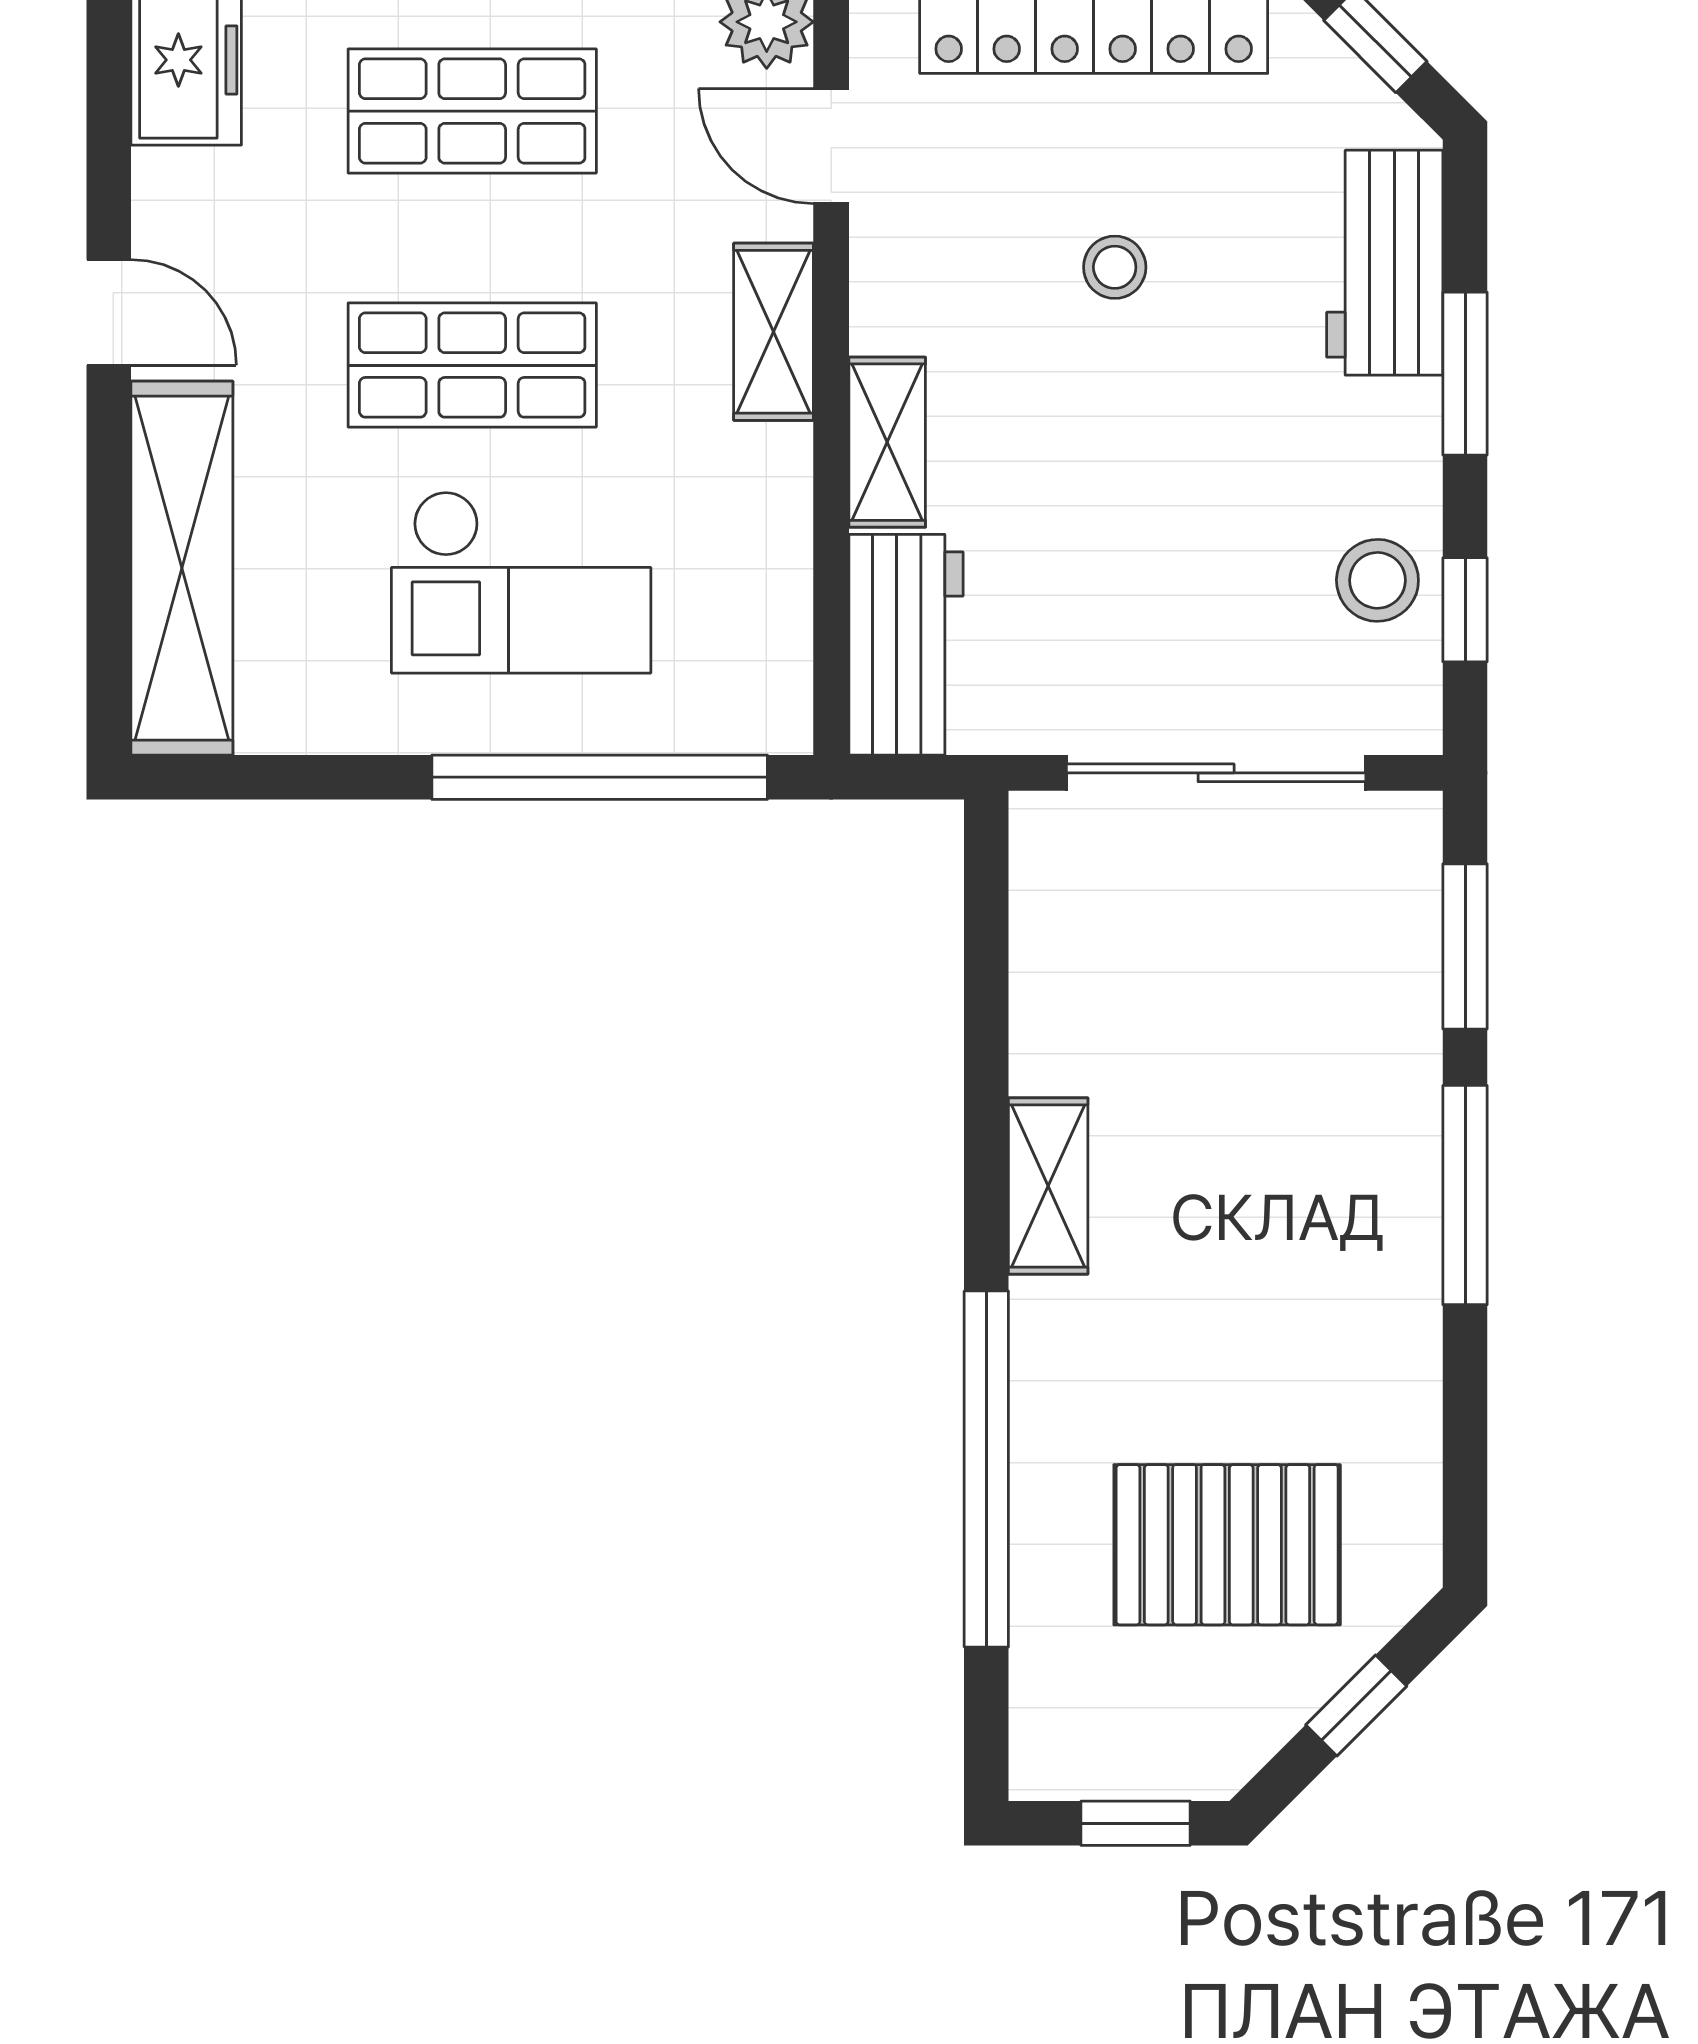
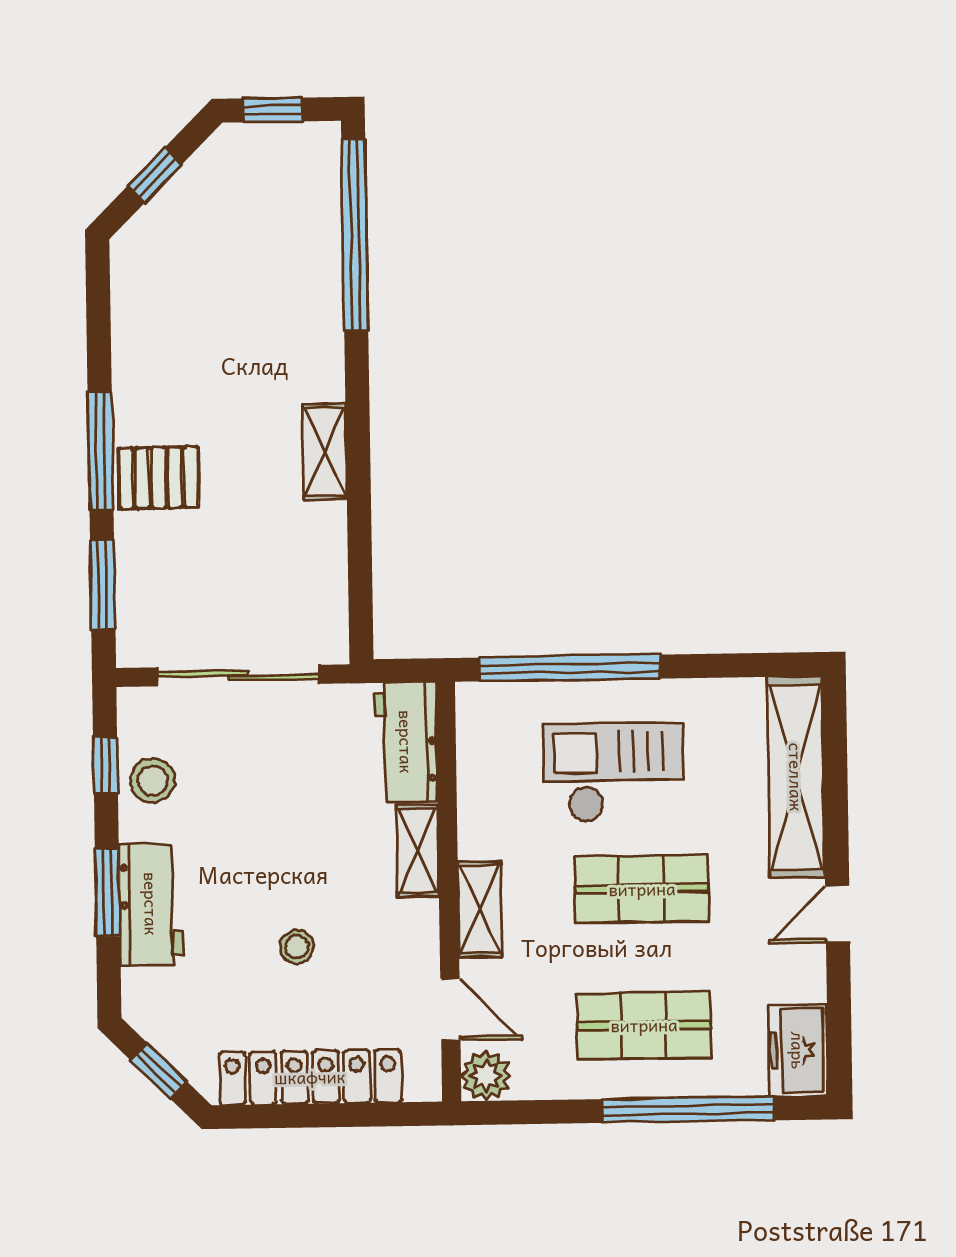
workbench: (1385, 263) -> (151, 904), moved
door: (109, 312) -> (838, 914), hinge flipped
window: (986, 1469) -> (355, 235), moved
pallet: (1227, 1545) -> (159, 478), moved, width x0.67, depth x0.71

